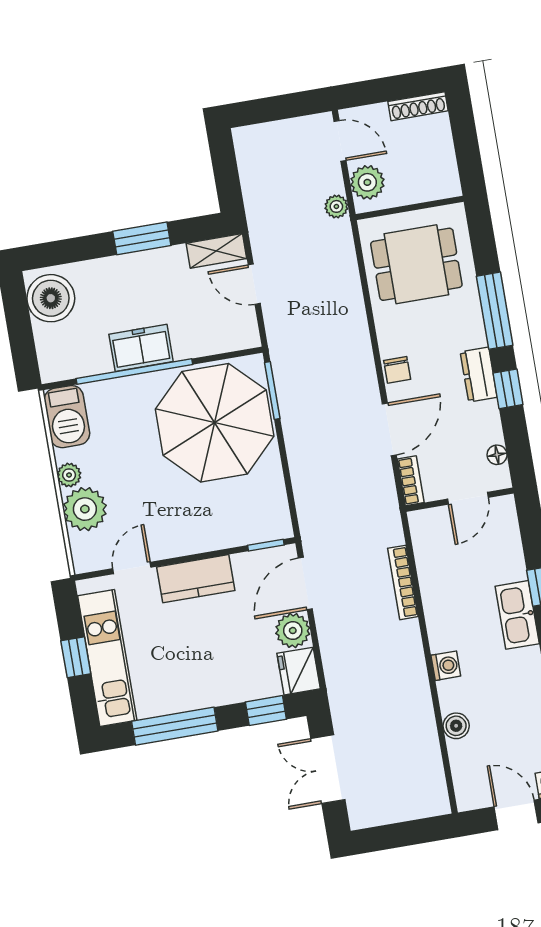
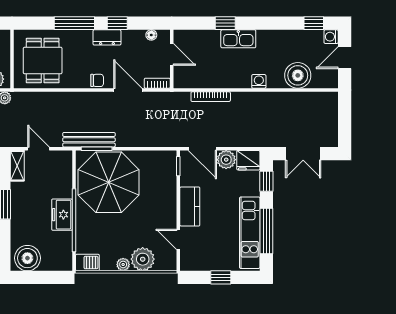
door: (254, 284) -> (38, 149), swing flipped
bench: (286, 374) -> (89, 140), added
barbecue: (67, 417) -> (87, 263), width x0.73, depth x0.79
kitchen unit: (107, 658) -> (250, 233), moved, turned -90
boiler: (456, 726) -> (298, 75), width x1.86, depth x1.86

